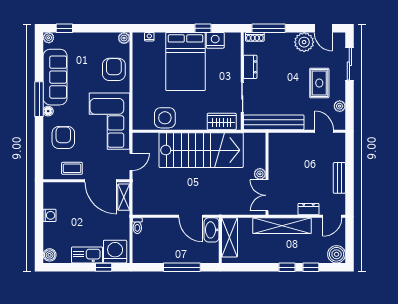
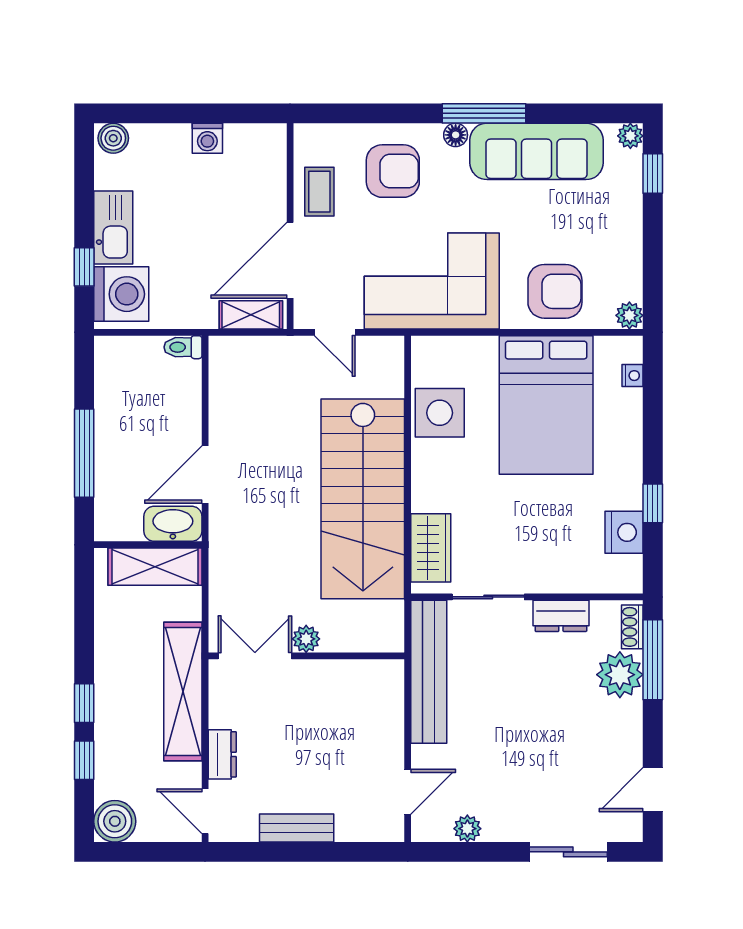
plant: (304, 42) -> (620, 675), moved
bed: (185, 61) -> (546, 405), moved, turned -90
rug: (319, 83) -> (522, 780), removed

